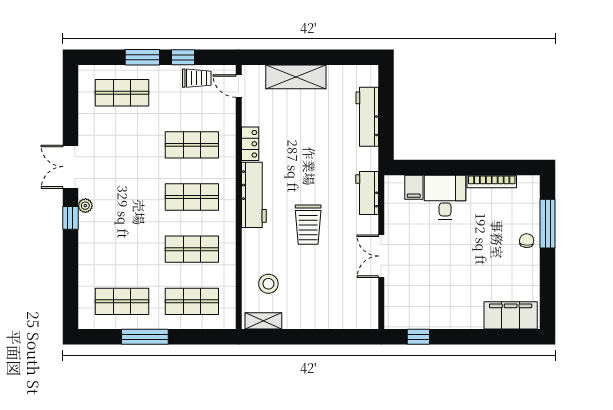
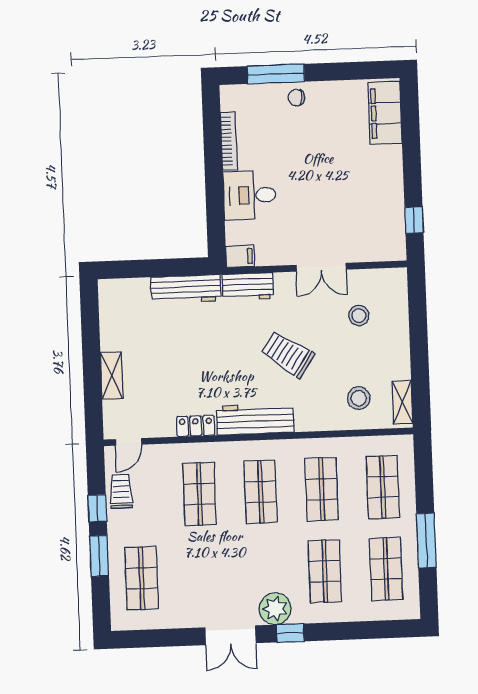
shelving: (296, 77) -> (112, 375), width x0.67, depth x0.75
workbench: (367, 117) -> (186, 289), moved
filing cabinet: (414, 187) -> (240, 256), moved
plant: (85, 206) -> (275, 609), width x1.87, depth x1.87
trolley: (308, 225) -> (288, 354), turned -146
shop shelf: (122, 249) -> (325, 571), added
stool: (339, 287) -> (359, 316), added

